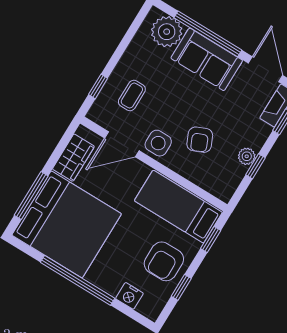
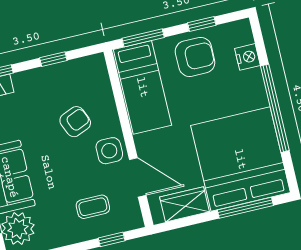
plant: (247, 156) -> (52, 73), removed
window: (211, 240) -> (143, 38), width x1.50

